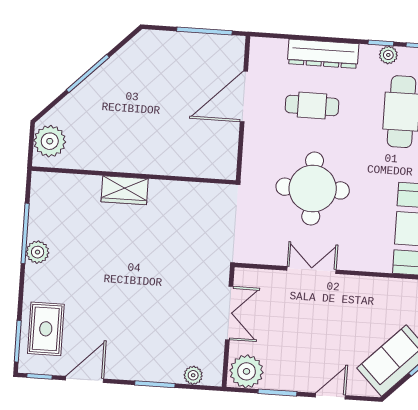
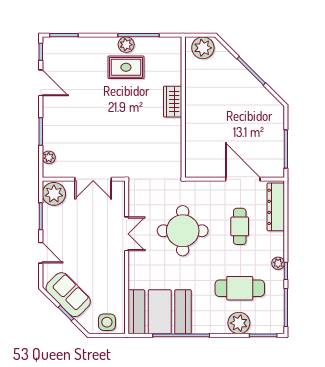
dresser: (323, 54) -> (276, 207), moved
plant: (388, 55) -> (278, 263), moved
rug: (46, 329) -> (126, 67), moved

